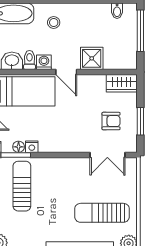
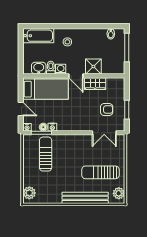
wardrobe: (122, 83) -> (95, 84), moved

